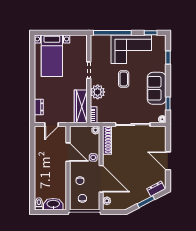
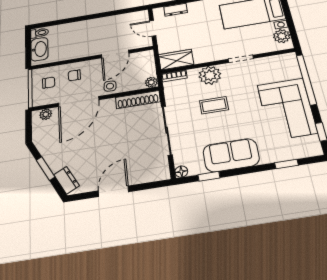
plant: (76, 40) -> (282, 36), added
coffee table: (124, 79) -> (214, 105), moved
wardrobe: (81, 106) -> (176, 60), width x0.67

